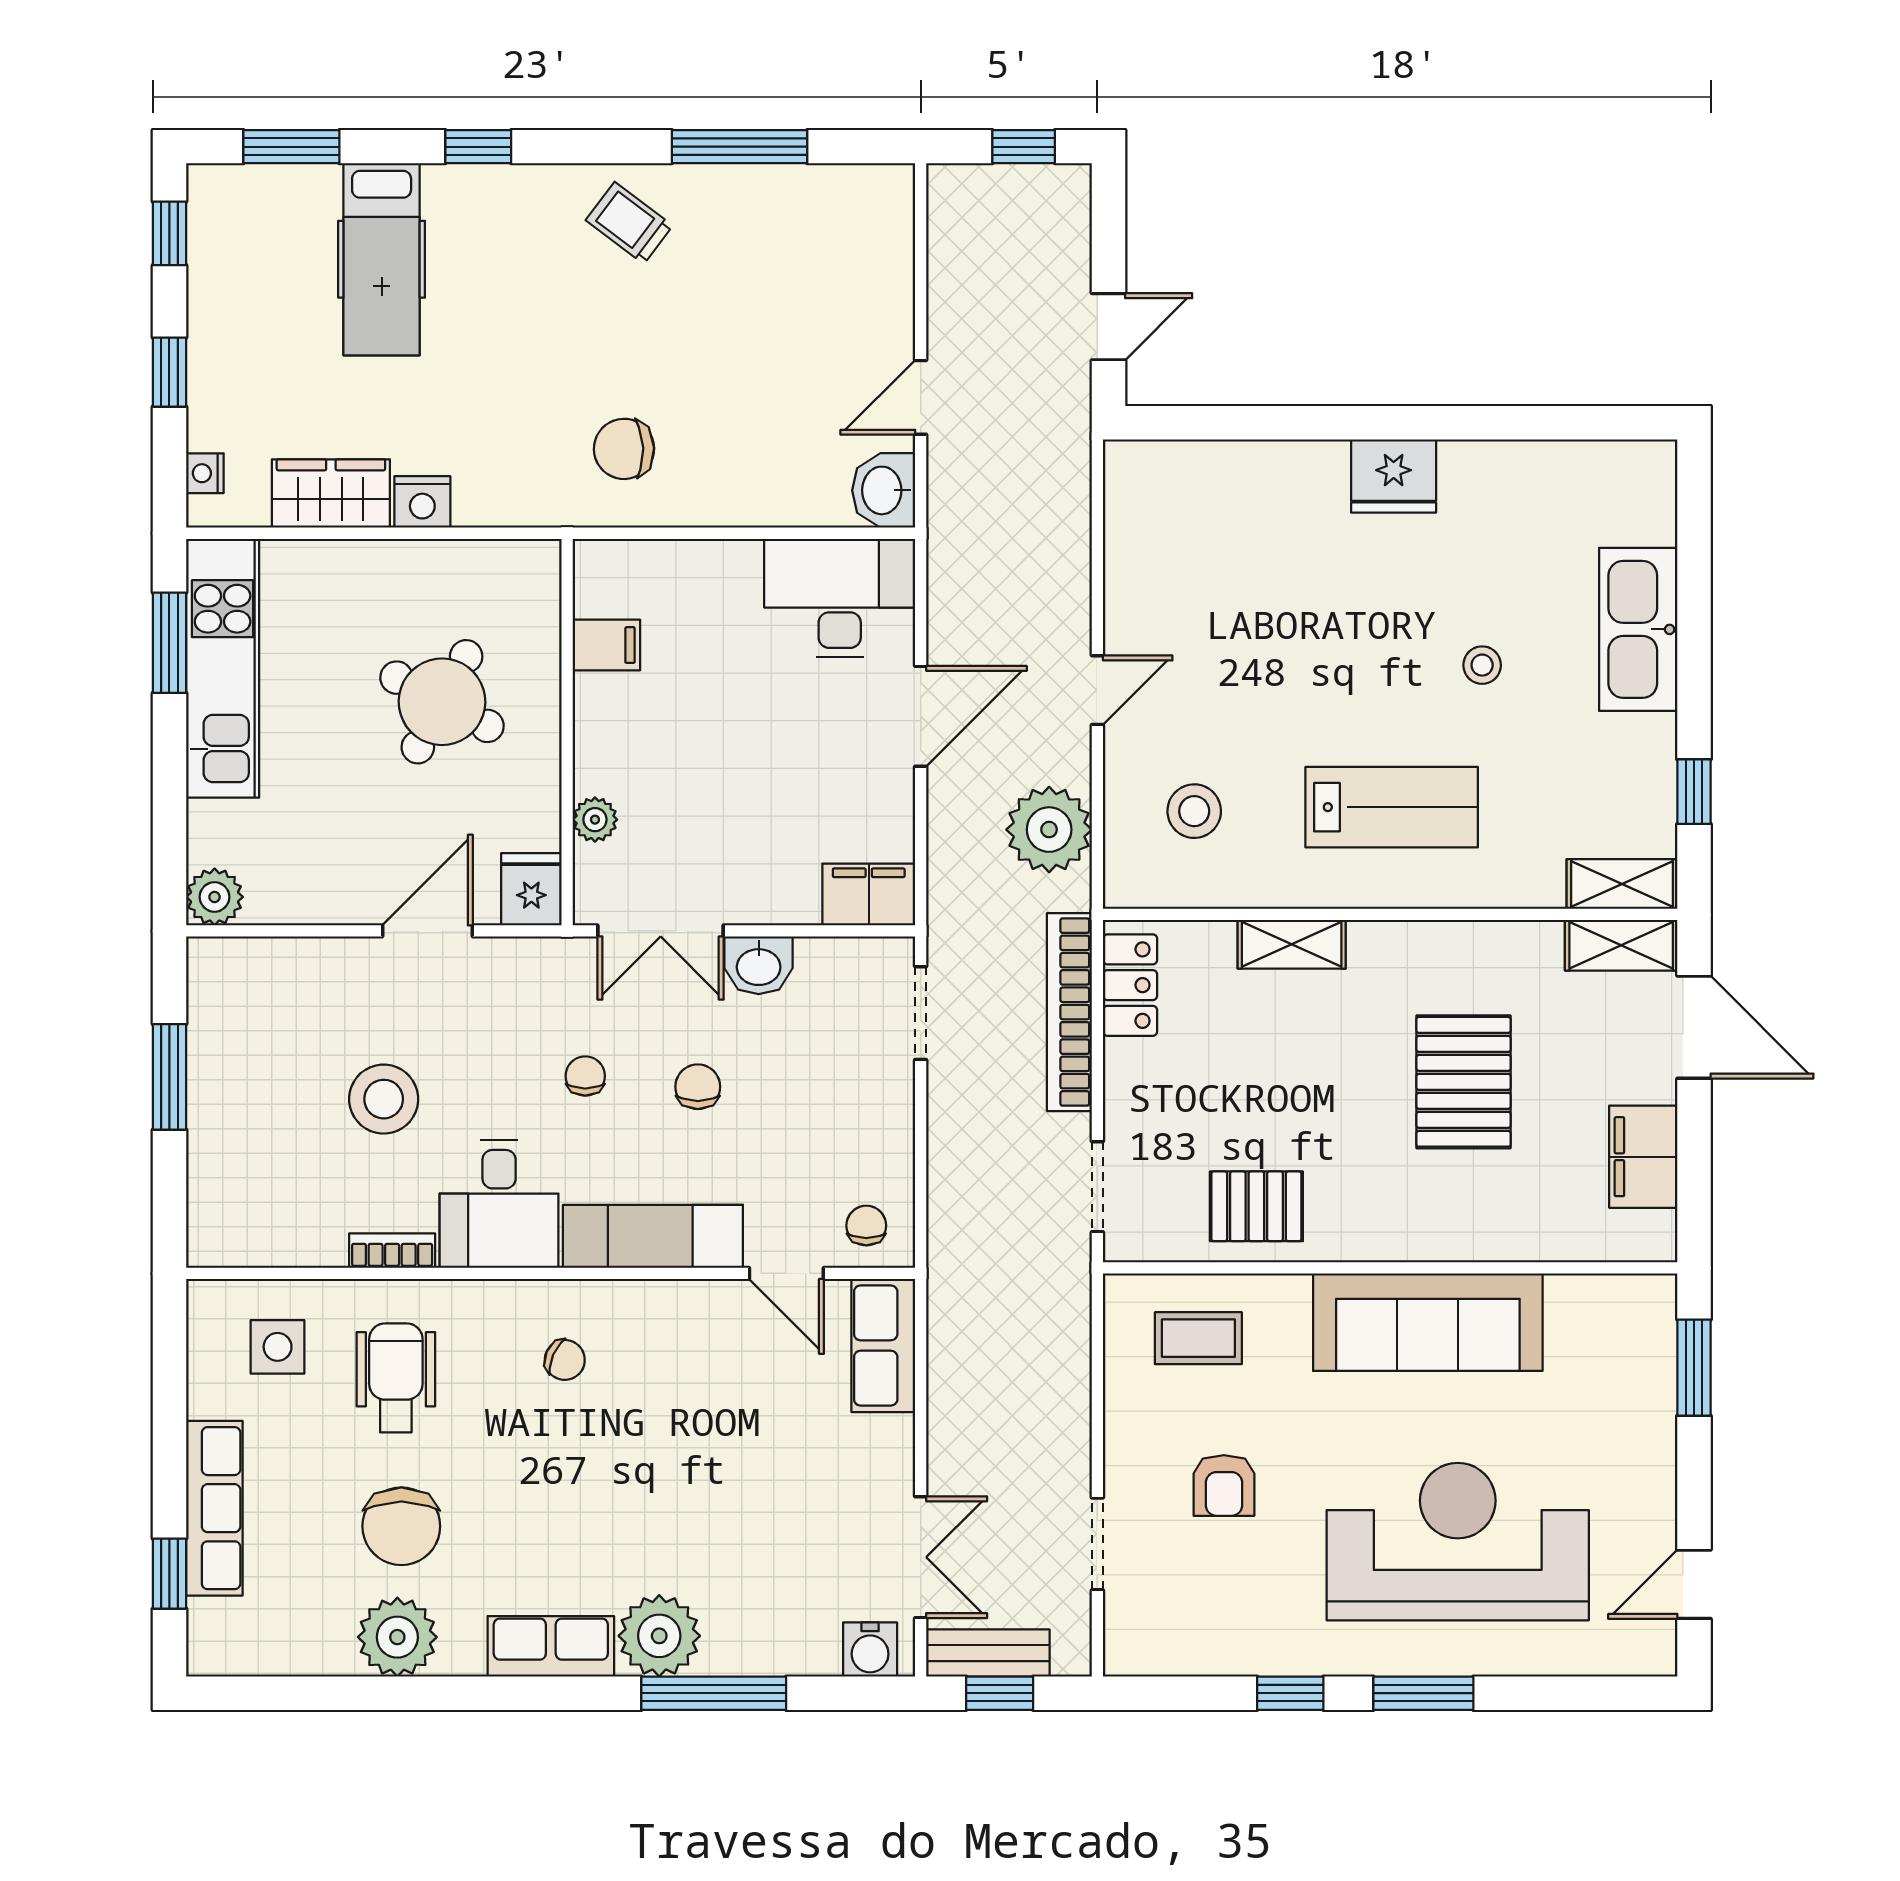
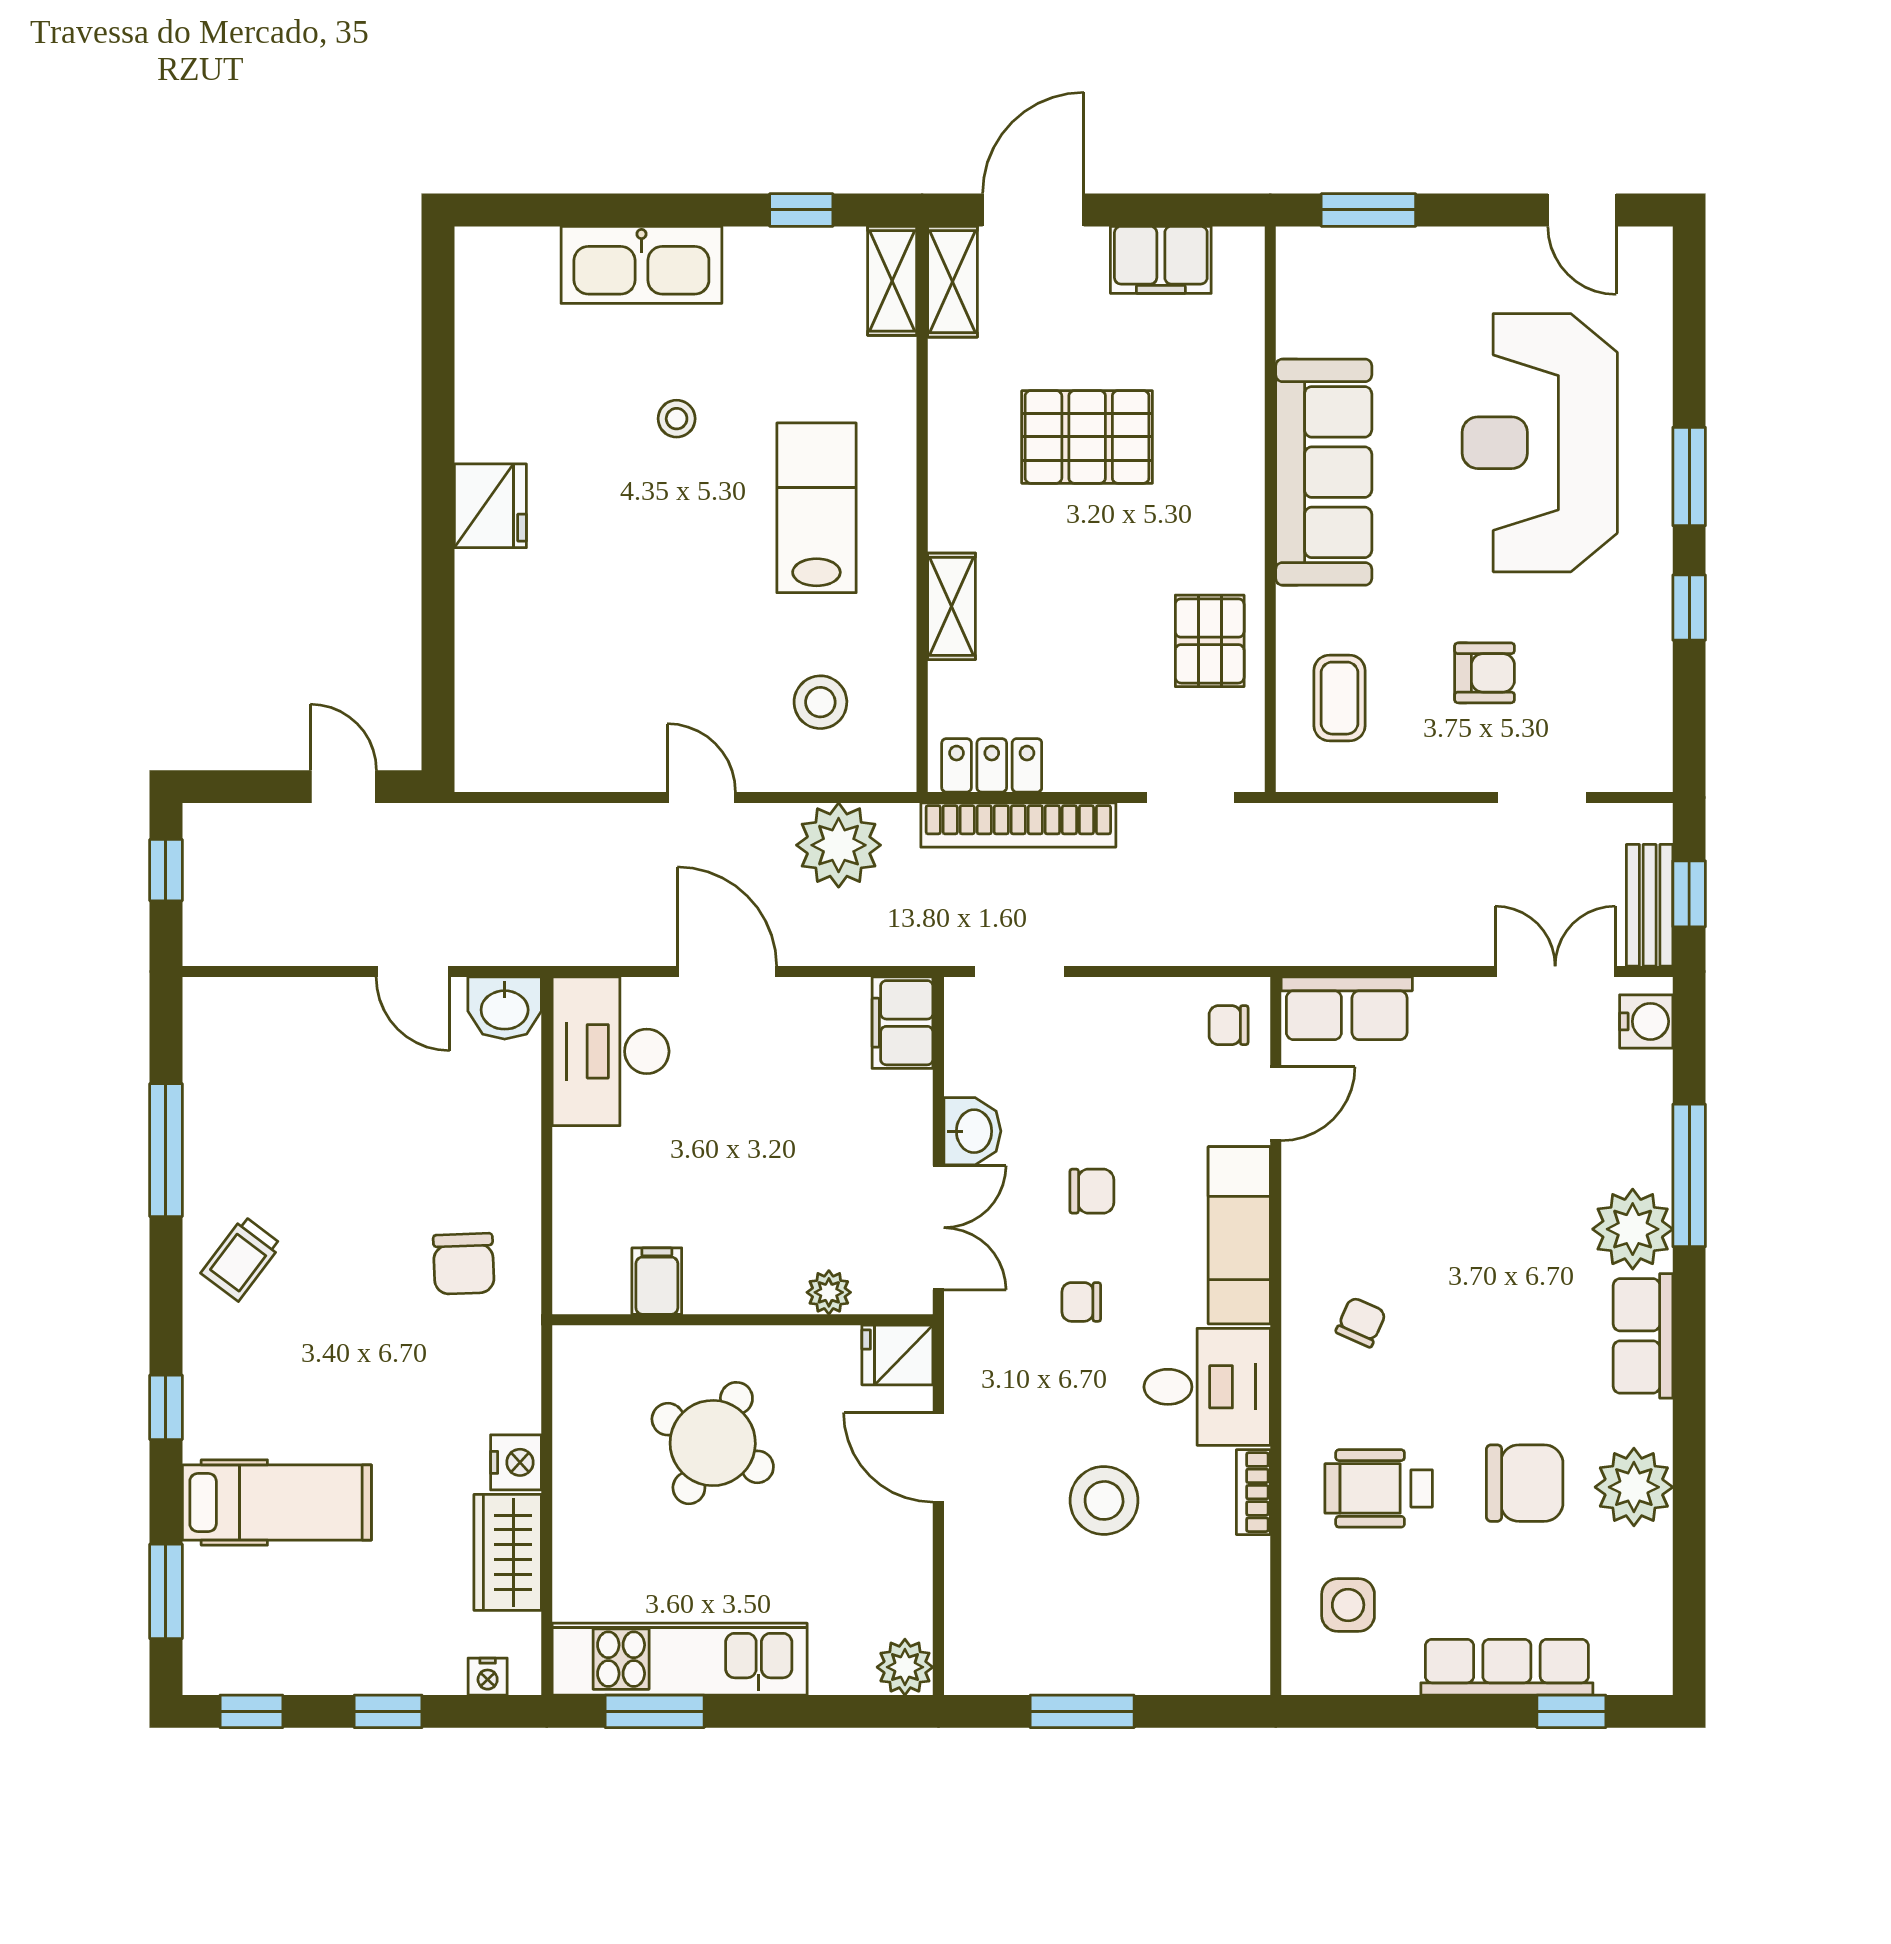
chair: (698, 1087) -> (1092, 1191), turned 180

